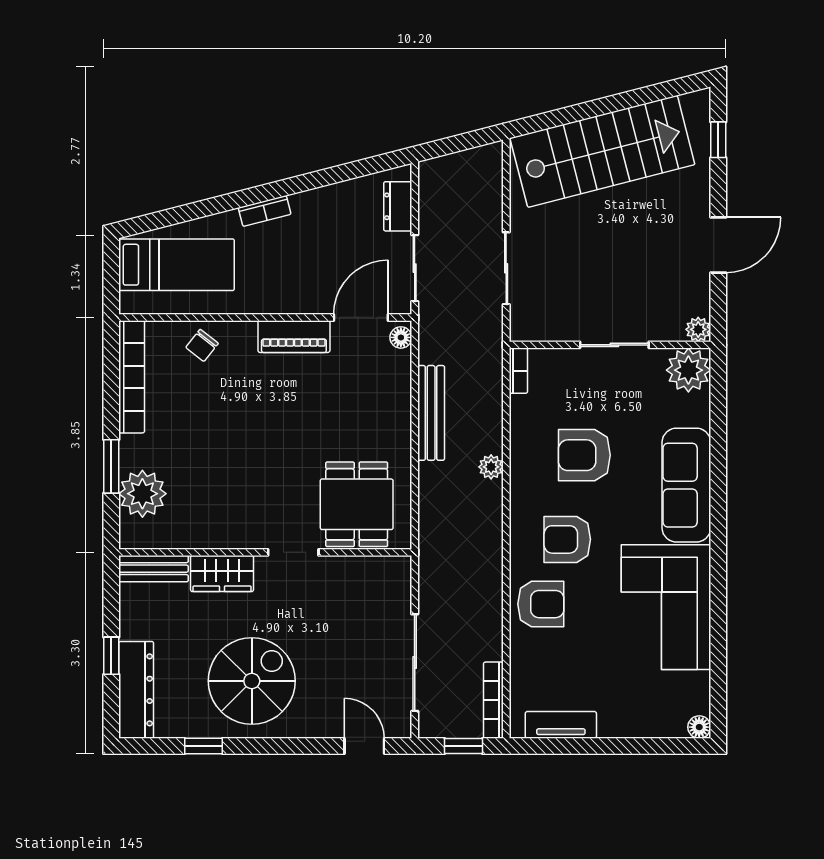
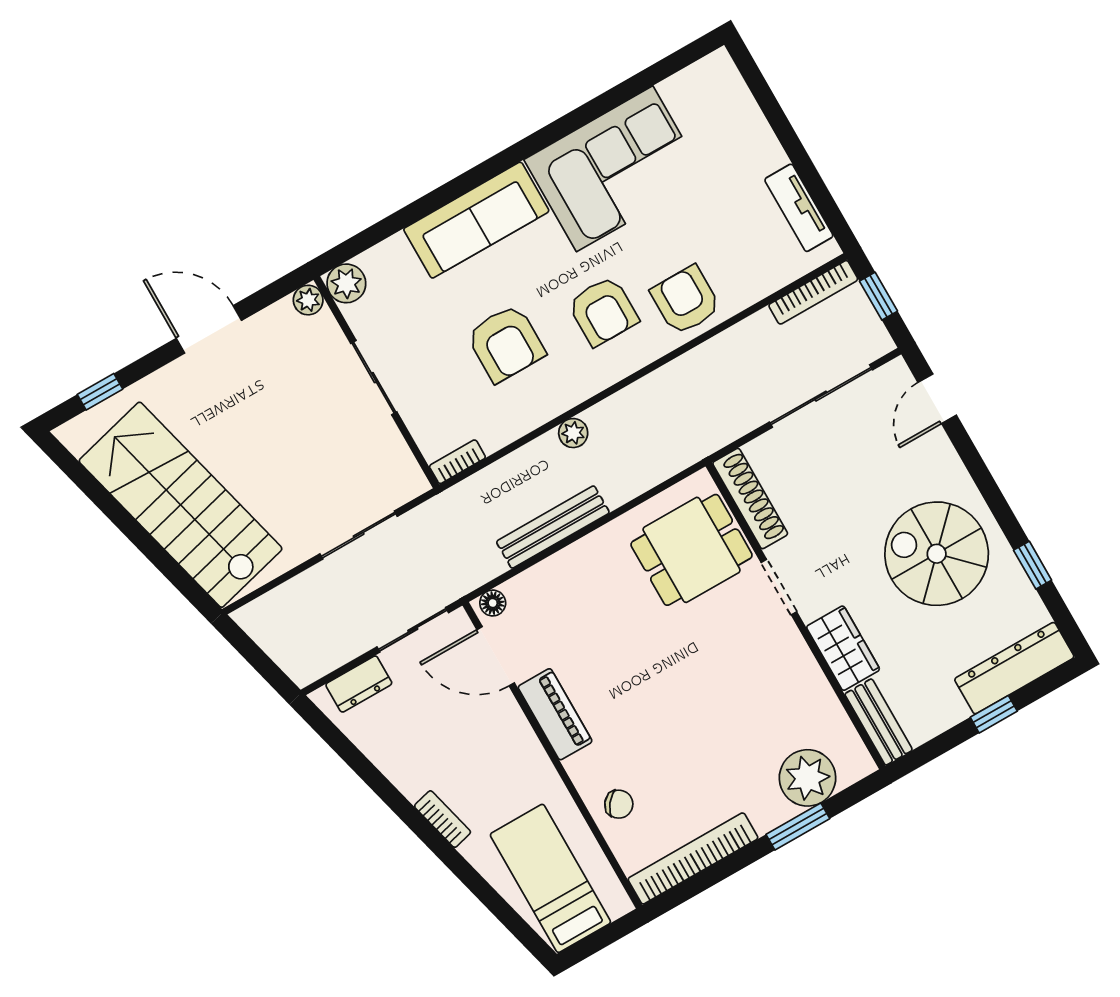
plant: (688, 370) -> (346, 283), width x0.73, depth x0.73
shoe rack: (370, 568) -> (750, 498), added
floor lamp: (699, 727) -> (719, 63), removed

